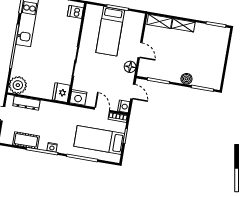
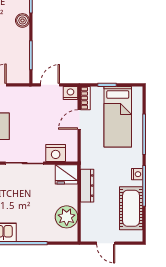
floor lamp: (130, 67) -> (20, 94), removed
plant: (18, 85) -> (67, 217), moved
nightstand: (78, 97) -> (56, 153), moved, turned 90
dresser: (26, 103) -> (87, 186), moved
cot: (26, 140) -> (131, 208), width x1.37, depth x1.34

